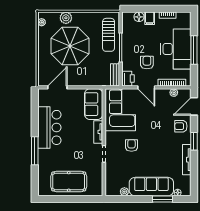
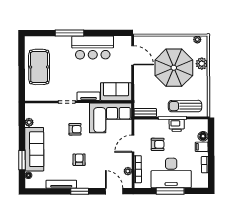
printer: (128, 79) -> (177, 125), moved
armchair: (181, 126) -> (79, 160), moved

